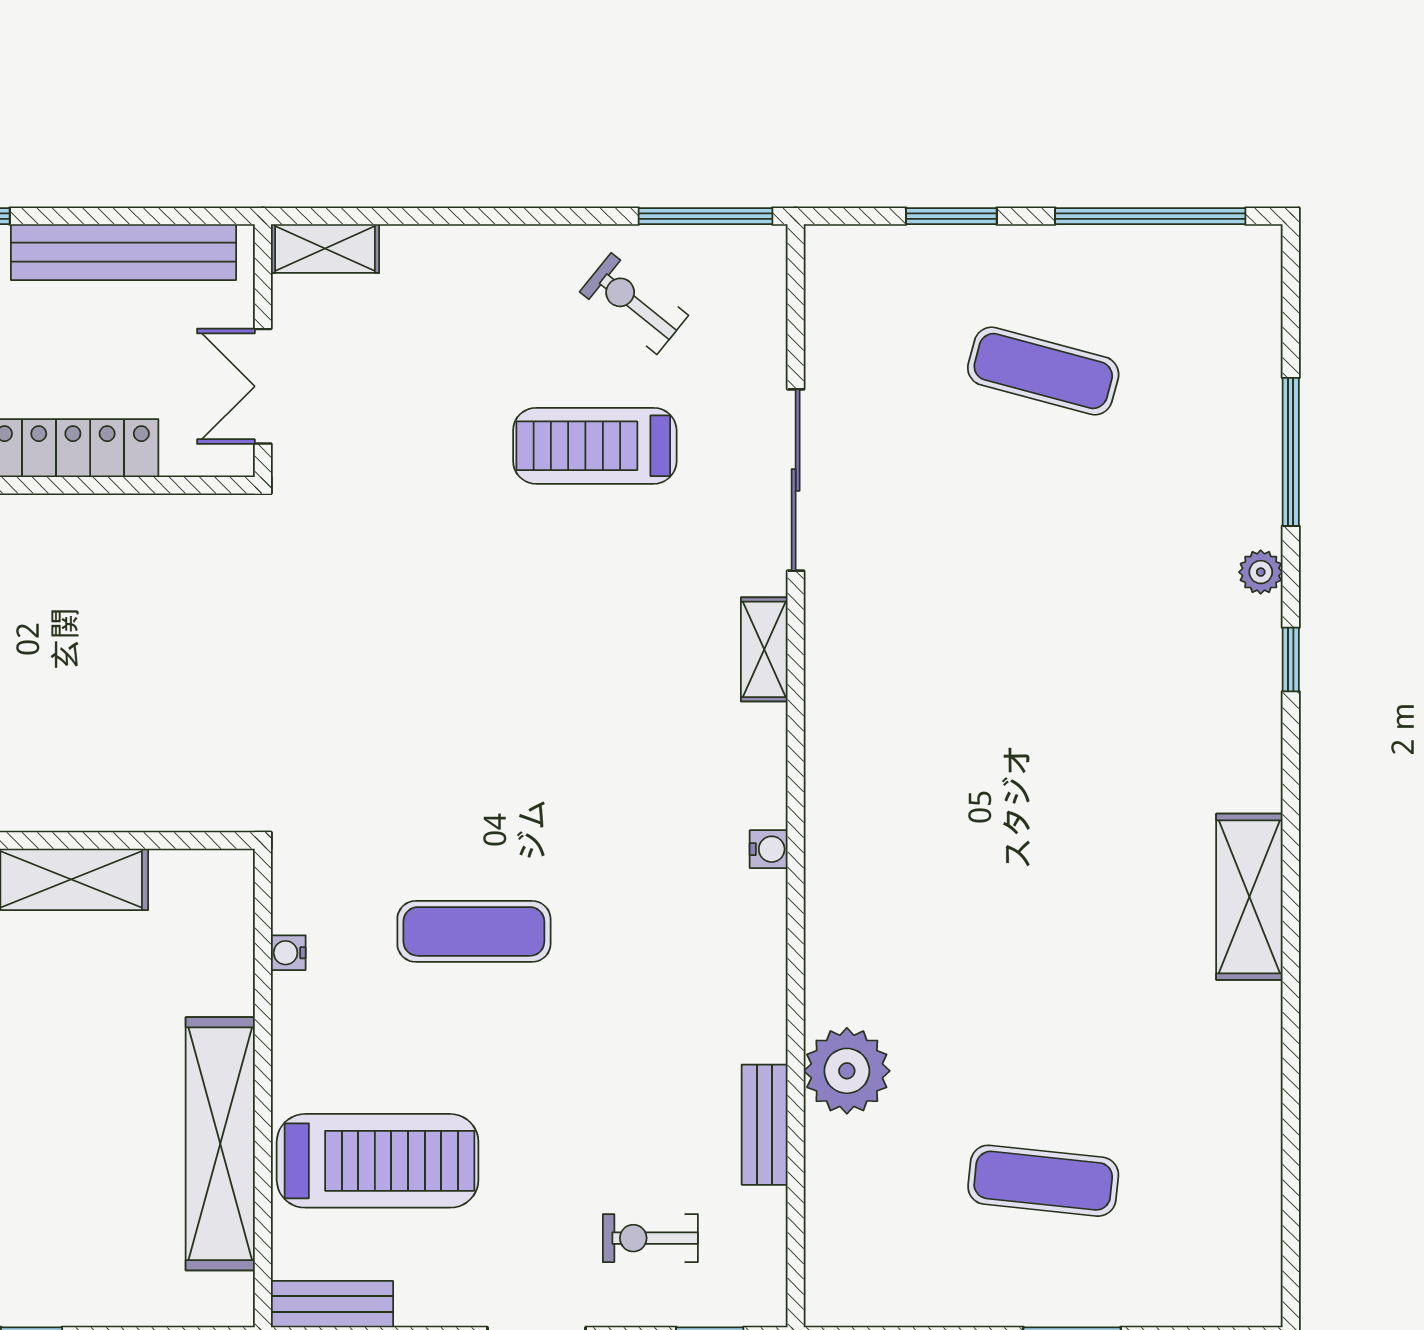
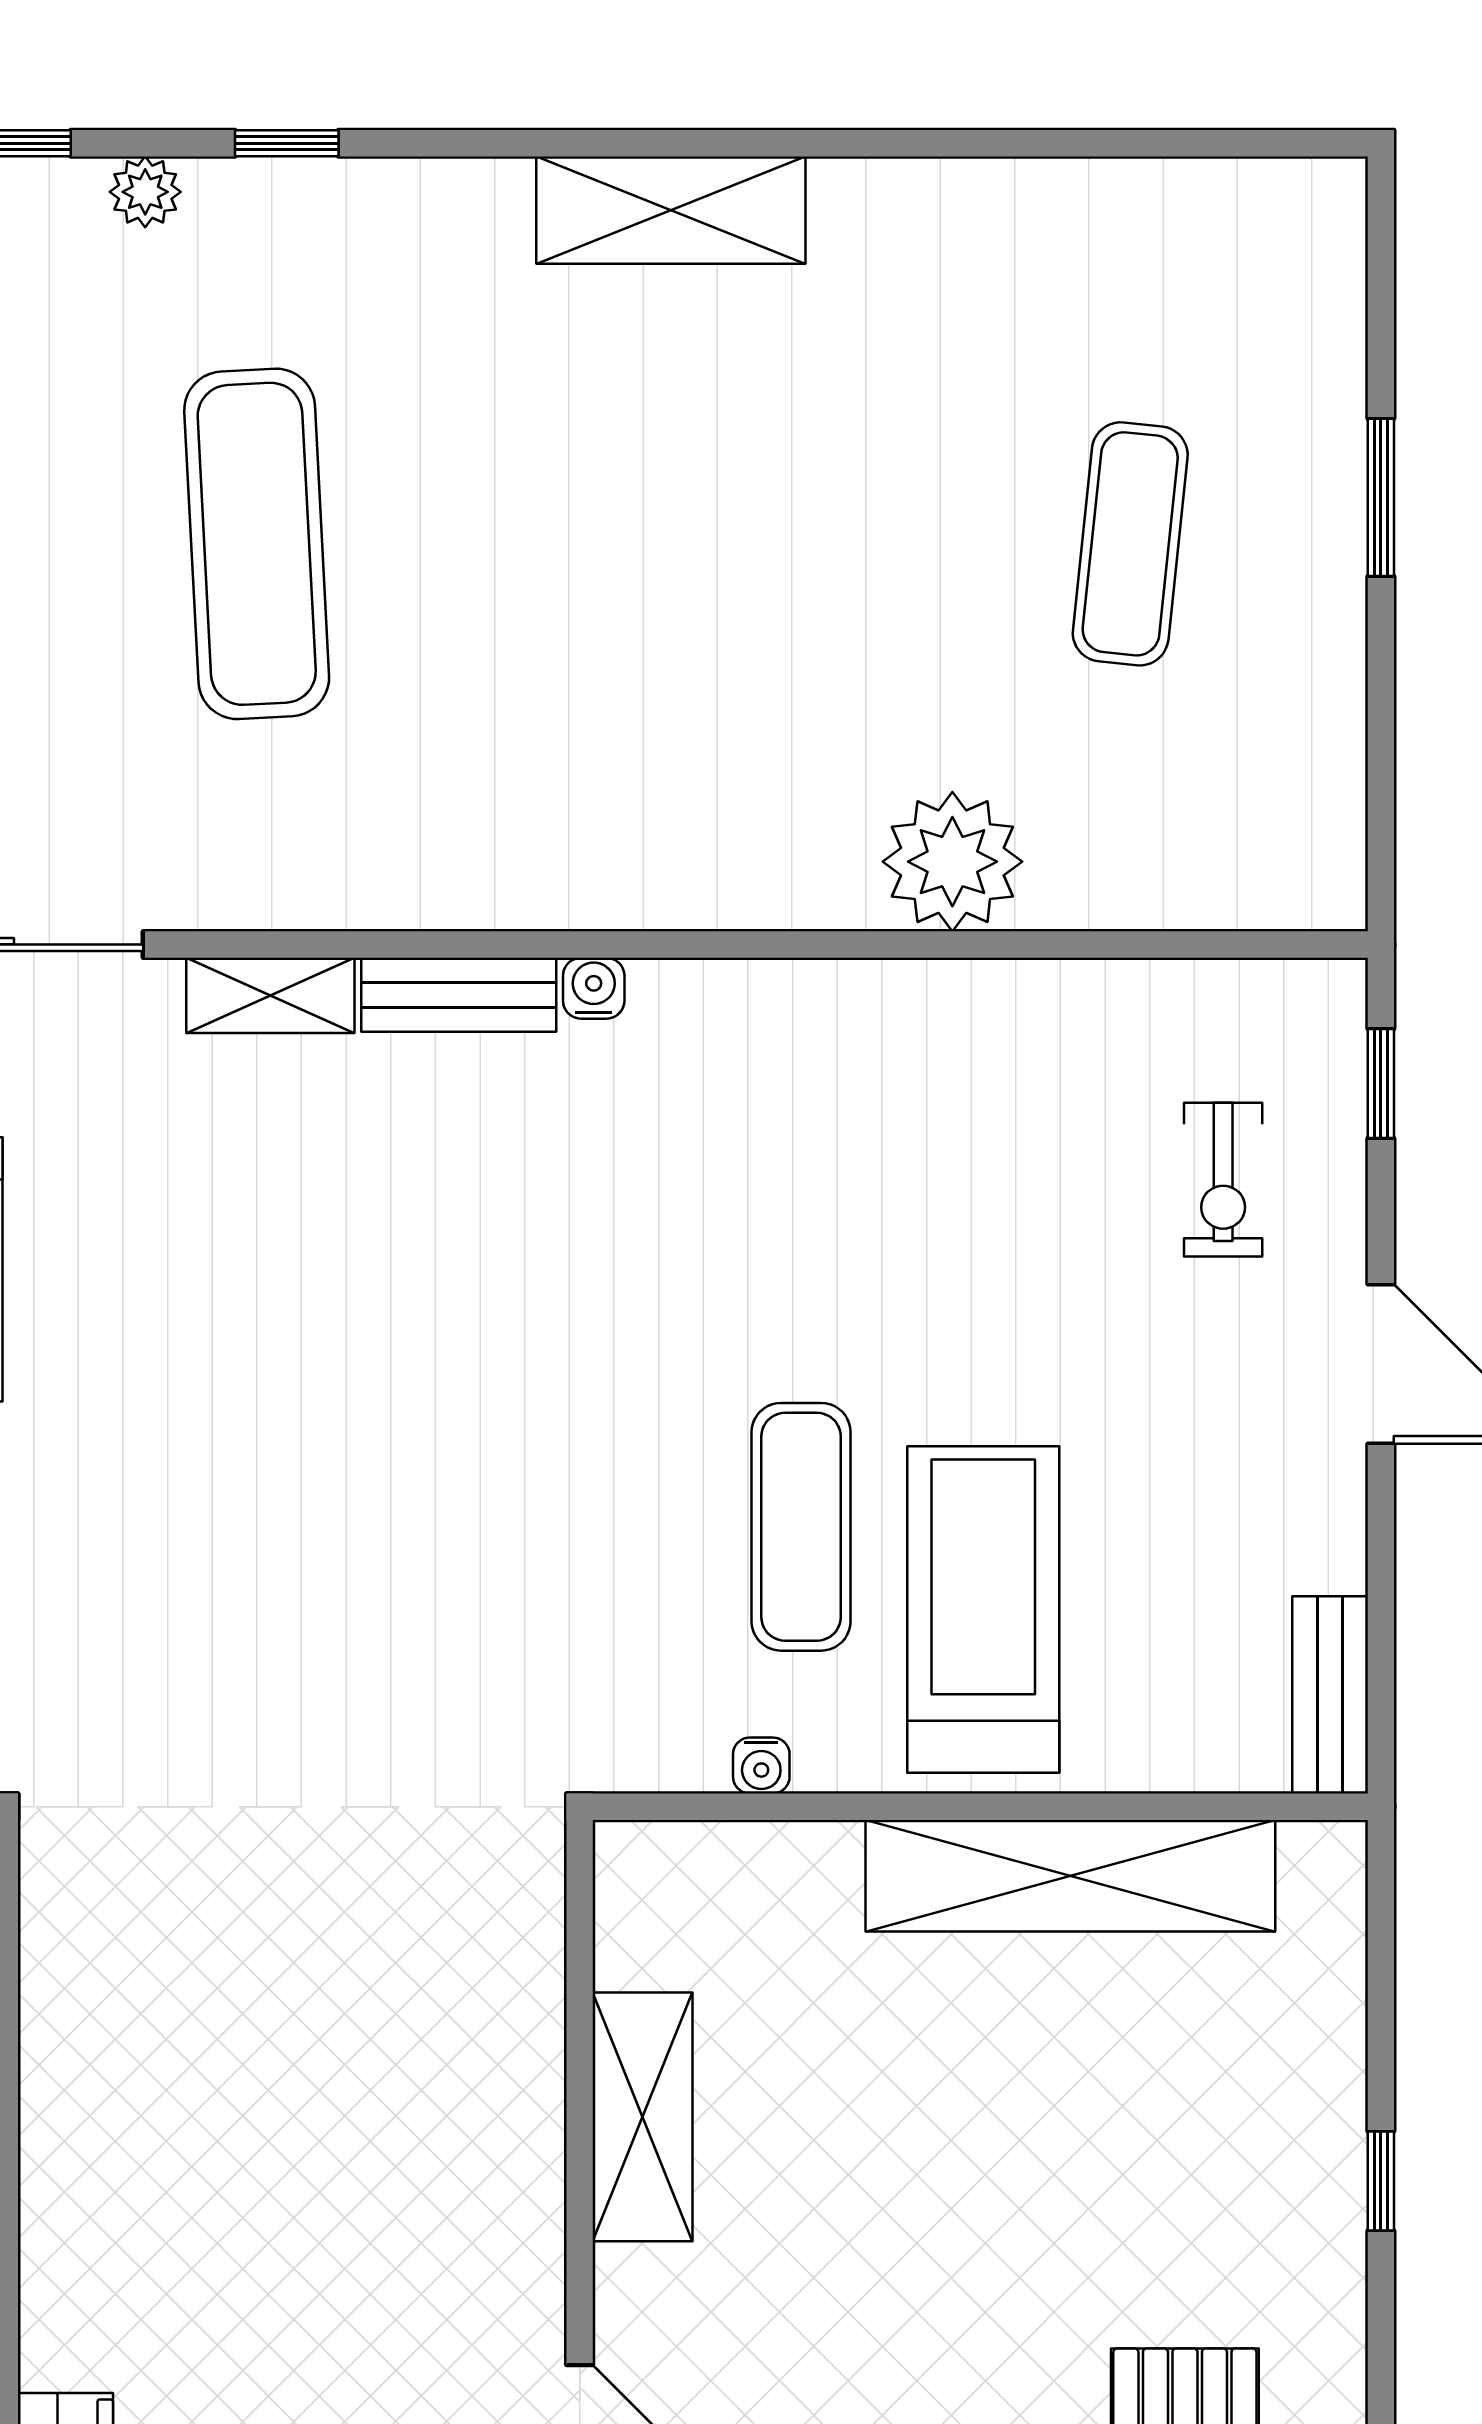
exercise mat: (1043, 641) -> (257, 544), added
exercise mat: (474, 931) -> (801, 1527), moved
bench: (765, 1125) -> (459, 995), moved
treadmill: (378, 1161) -> (983, 1609), moved

